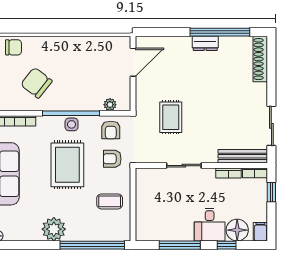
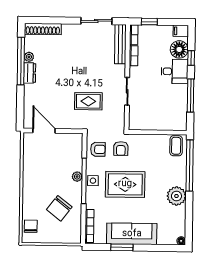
plant: (225, 42) -> (29, 57), added
plant: (110, 105) -> (77, 177), moved
coffee table: (110, 201) -> (176, 146), moved

